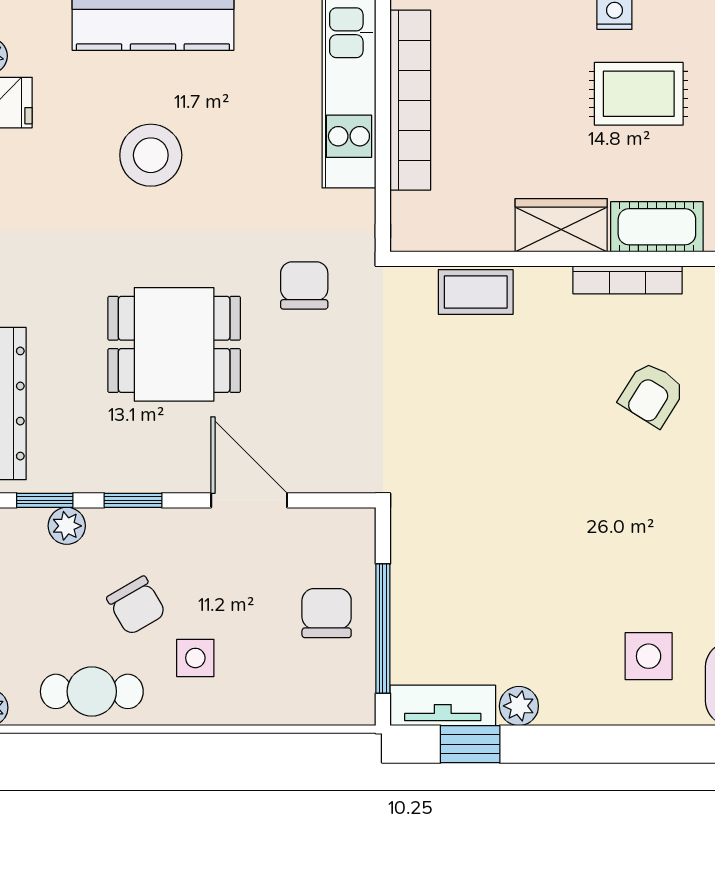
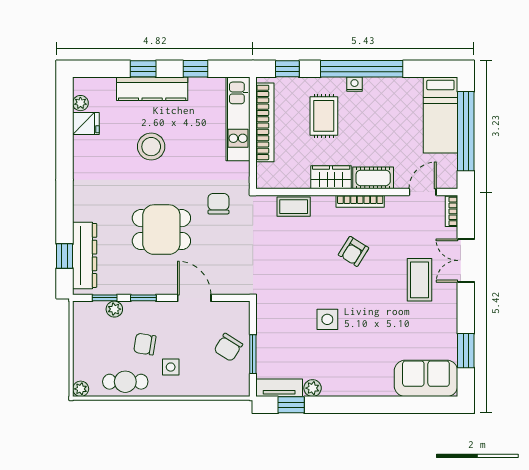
rug: (639, 94) -> (324, 116), moved, turned 90
armchair: (652, 394) -> (354, 251), moved
chair: (136, 606) -> (145, 344), turned 129
chair: (327, 613) -> (228, 347), turned -148
window: (383, 629) -> (253, 354), width x0.69
side table: (649, 656) -> (327, 319), moved

